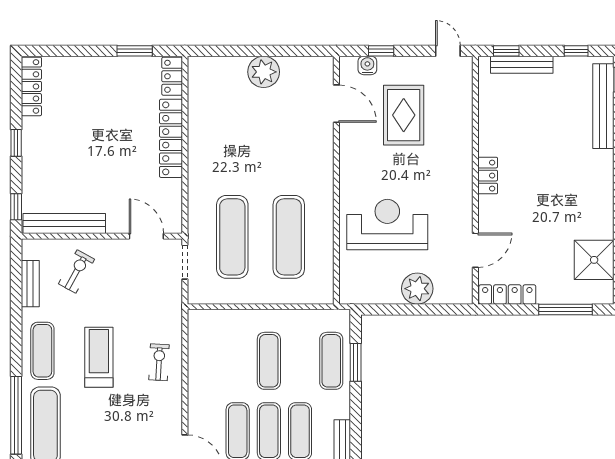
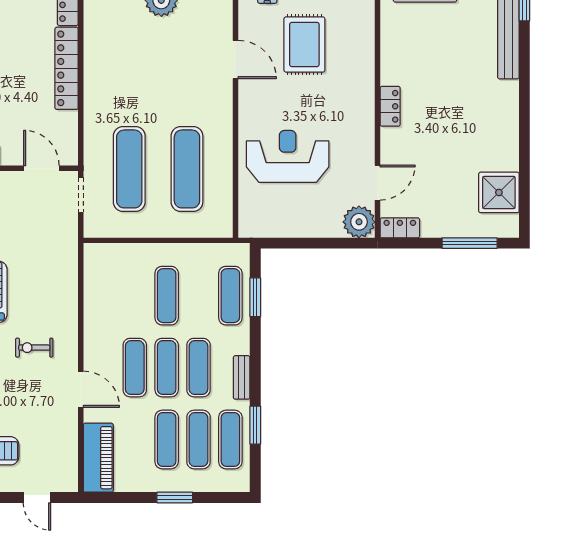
door: (336, 104) -> (235, 60), moved
plant: (417, 289) -> (359, 222), moved
locker: (507, 294) -> (400, 228), width x0.66
exercise bike: (159, 362) -> (34, 348), moved, turned -93

